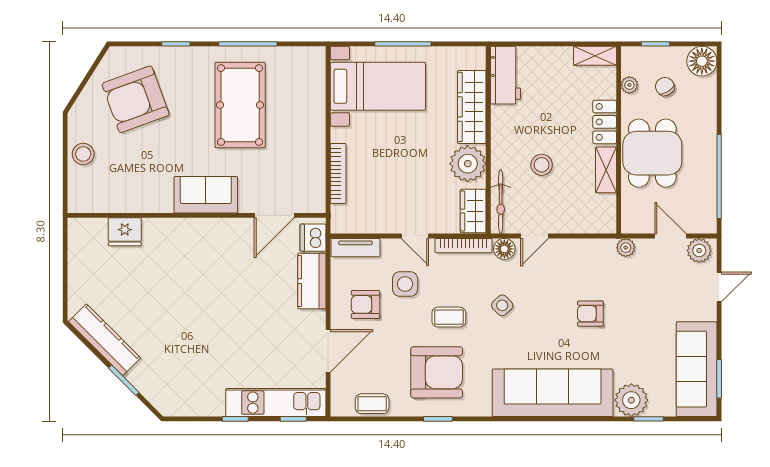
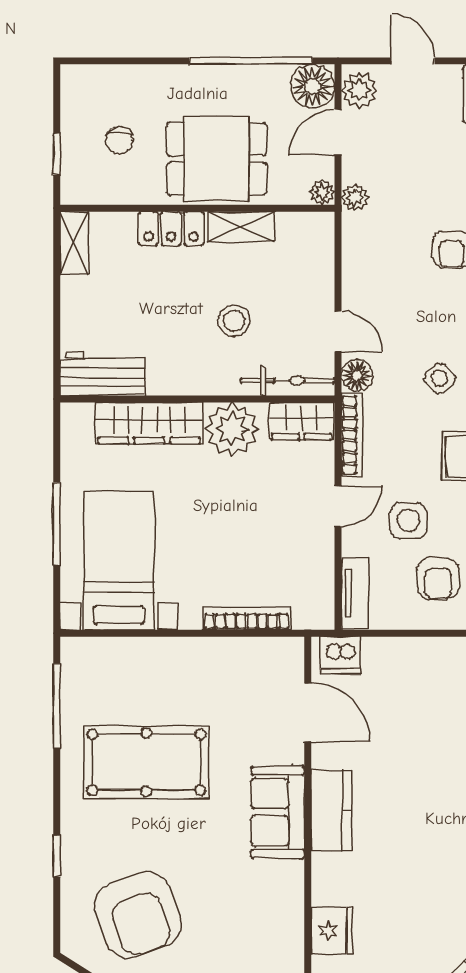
window: (248, 44) -> (57, 706), moved
floor lamp: (702, 61) -> (313, 86), moved
plant: (629, 85) -> (322, 192), moved
chair: (665, 87) -> (119, 140), turned -59
kitchen counter: (312, 281) -> (332, 811), moved, turned -90

